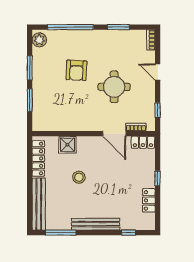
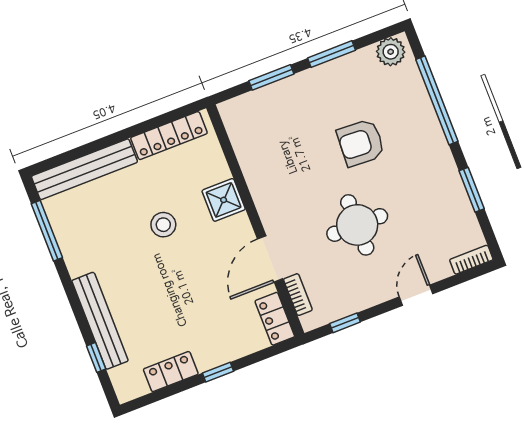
shower: (67, 145) -> (224, 200), moved
bench: (96, 224) -> (100, 321), moved

